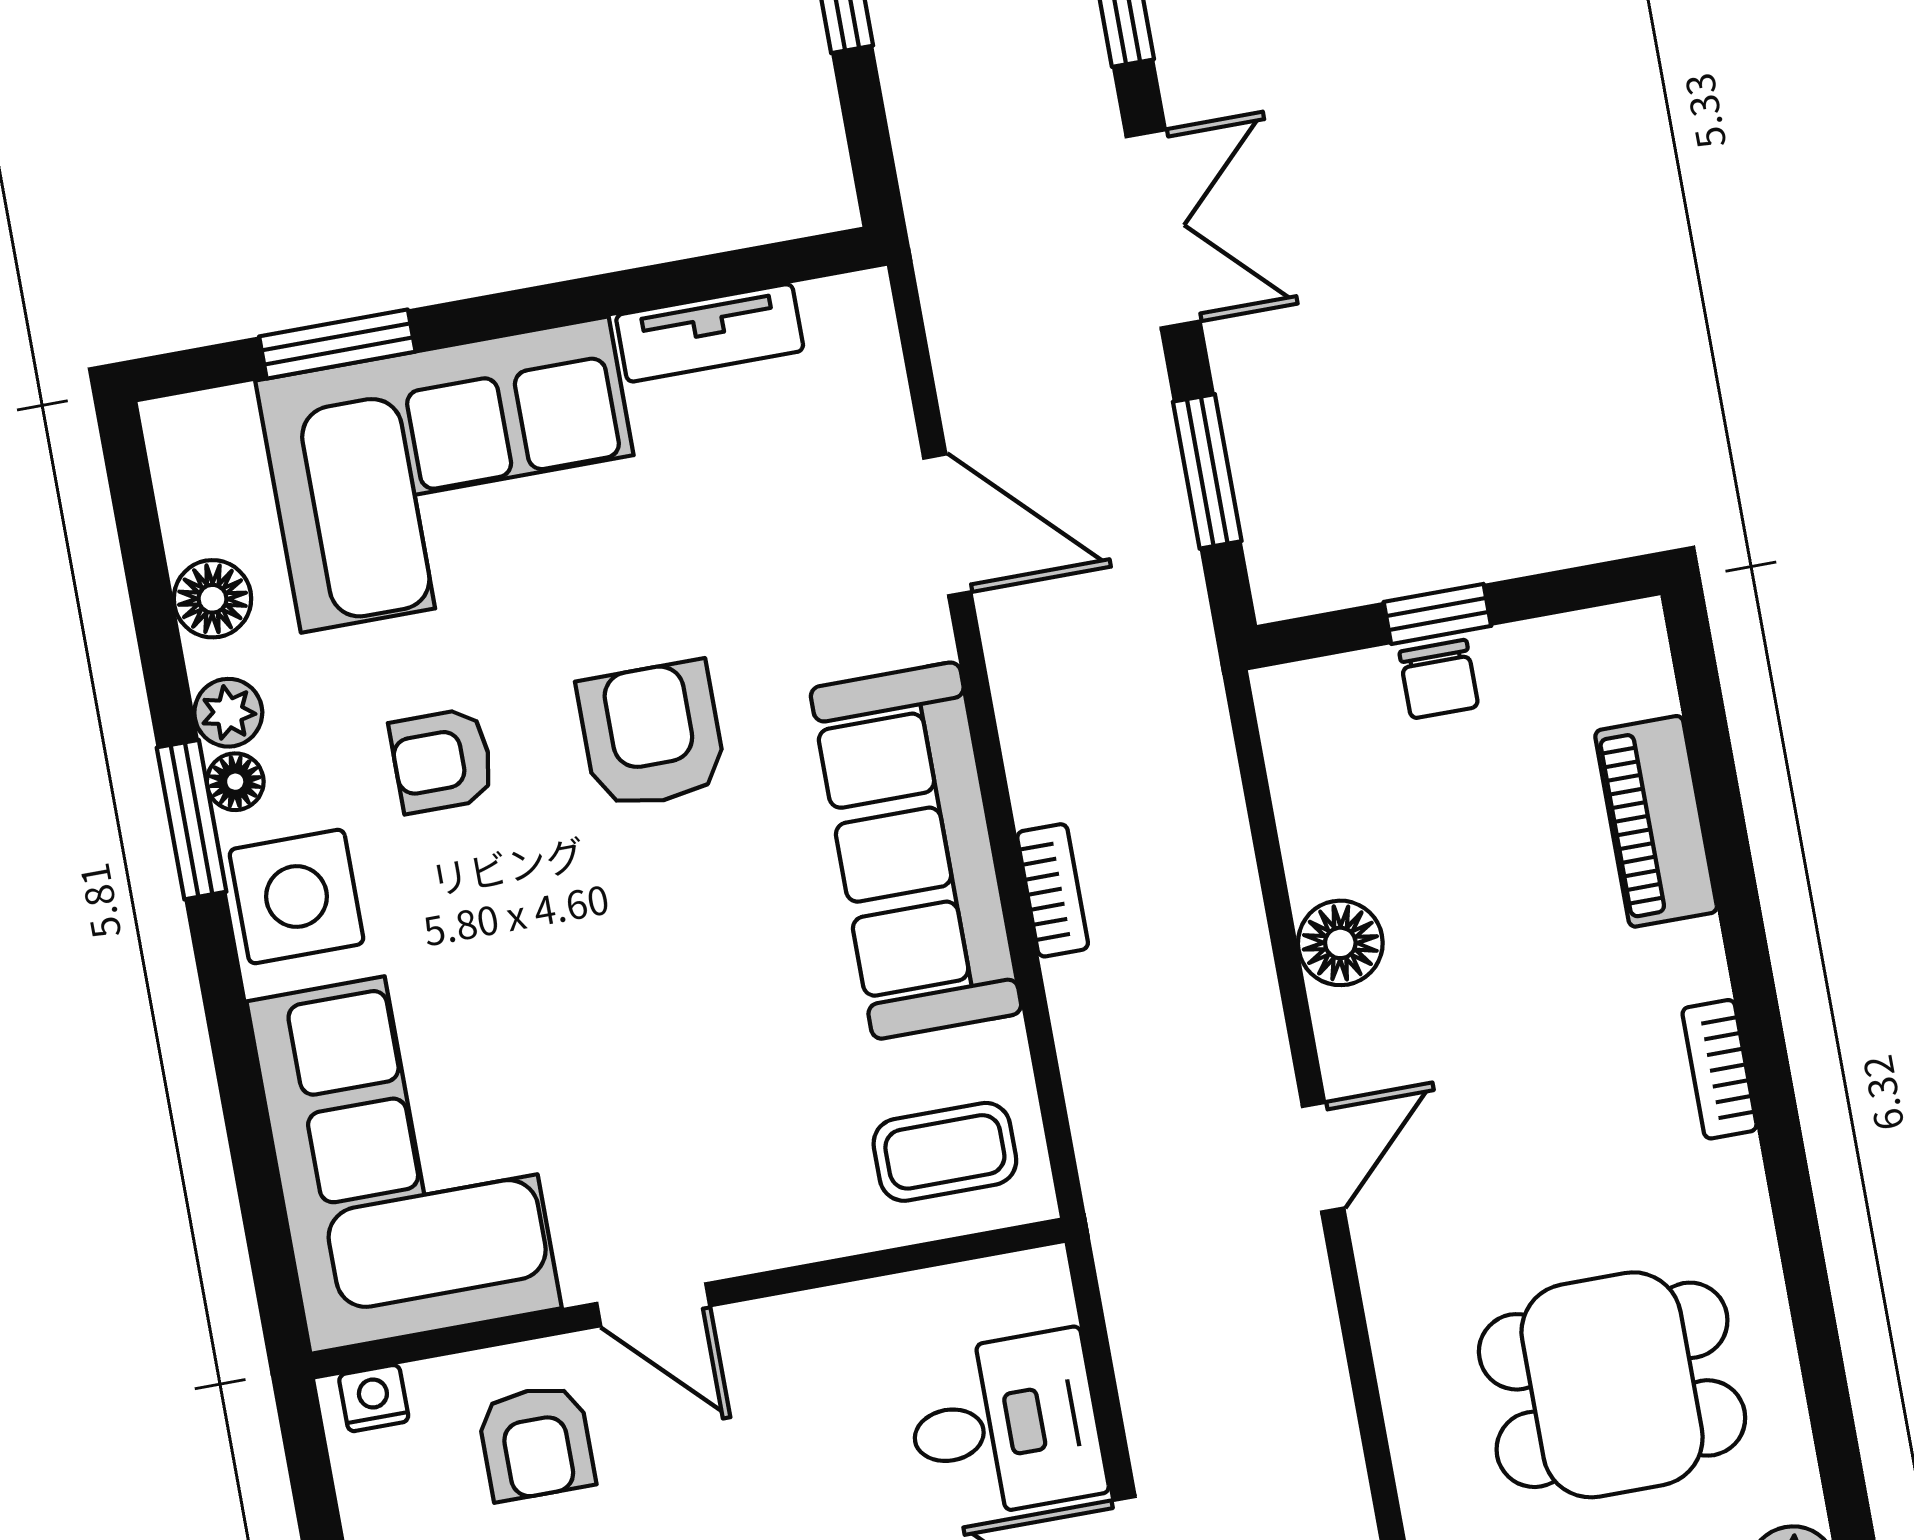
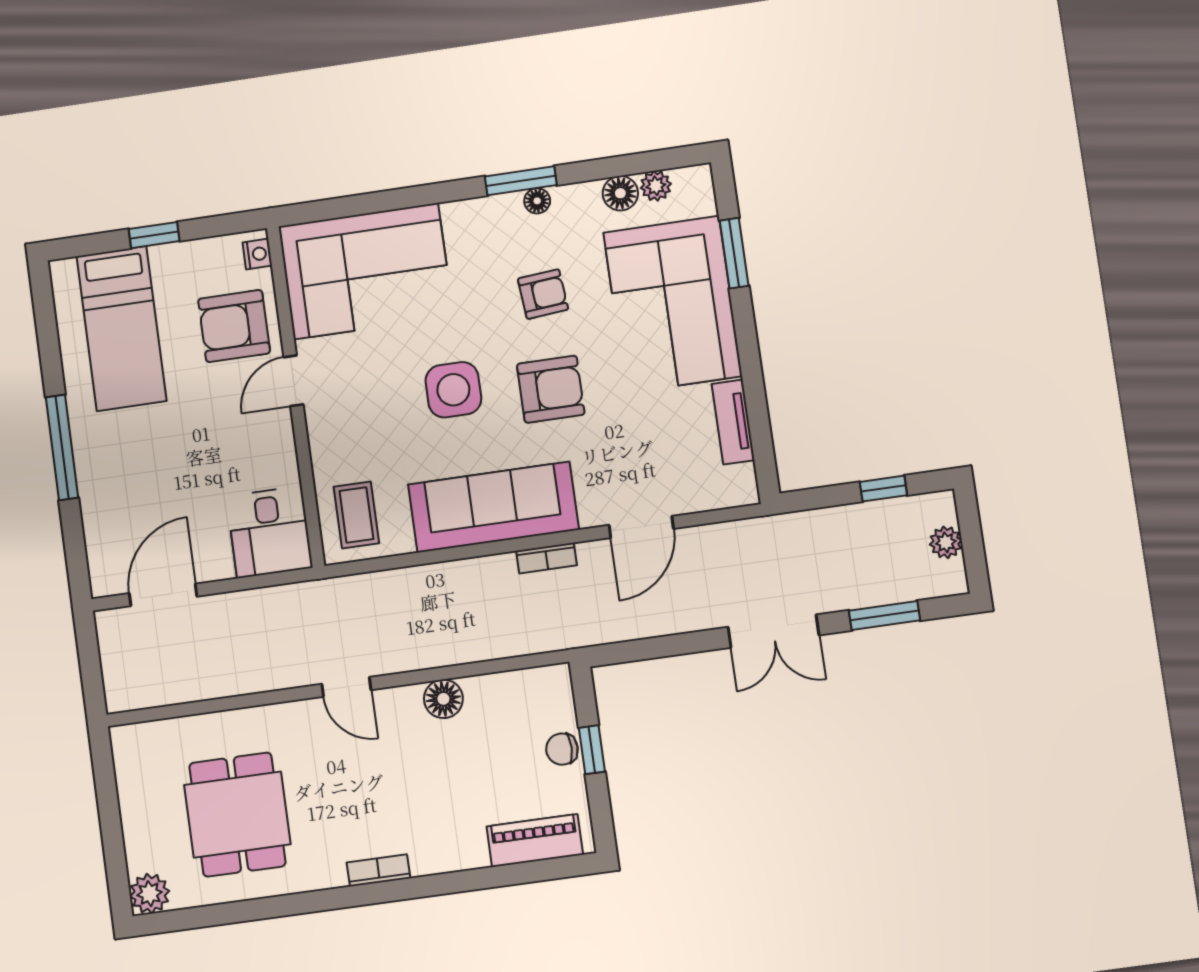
window: (1207, 471) -> (661, 647), removed
plant: (228, 713) -> (656, 186), moved
armchair: (442, 761) -> (543, 294), turned 85
piano: (1656, 821) -> (535, 841), moved
bookcase: (1053, 890) -> (546, 558), moved
side table: (297, 897) -> (453, 390), moved
desk: (1005, 1425) -> (269, 532), moved
armchair: (536, 1442) -> (234, 326), width x1.38, depth x1.38

